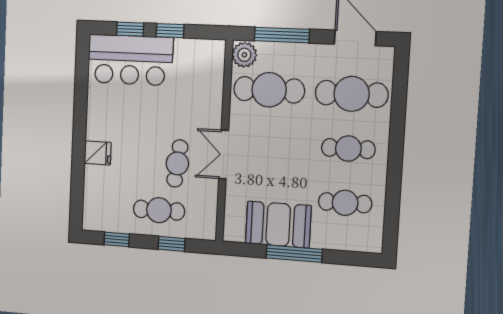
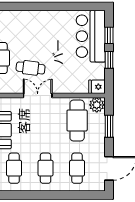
window: (282, 35) -> (109, 126), width x0.69
cafe table: (352, 94) -> (77, 168), width x0.73, depth x0.74
fridge: (98, 153) -> (97, 87), moved, turned 90

